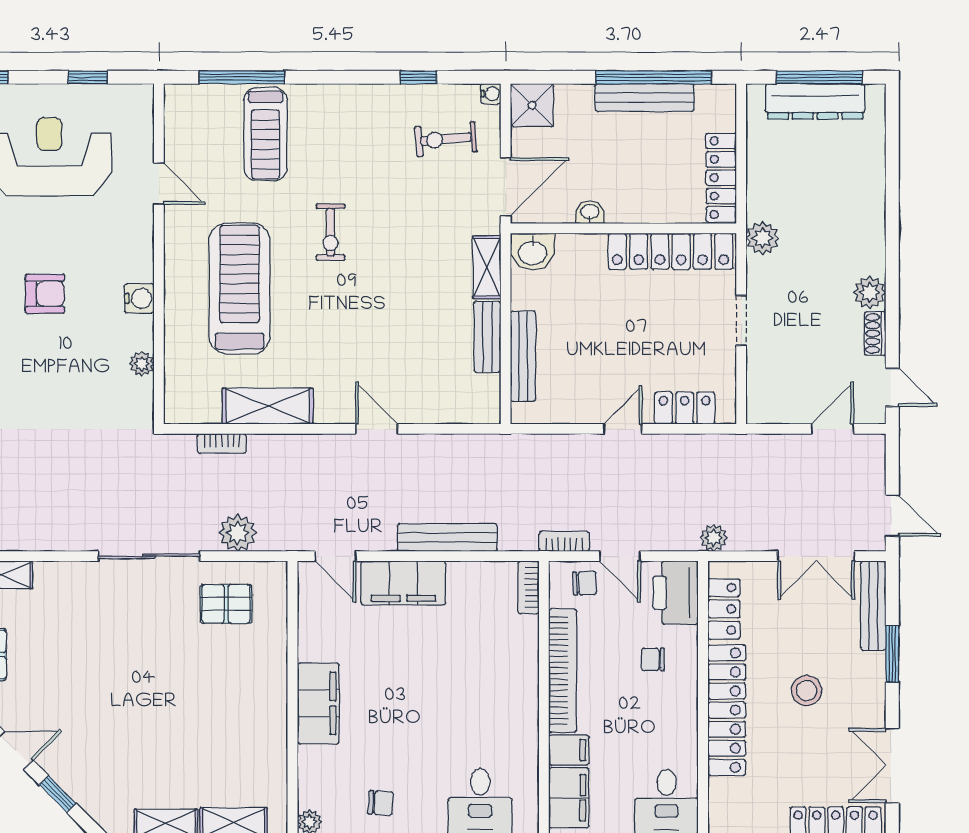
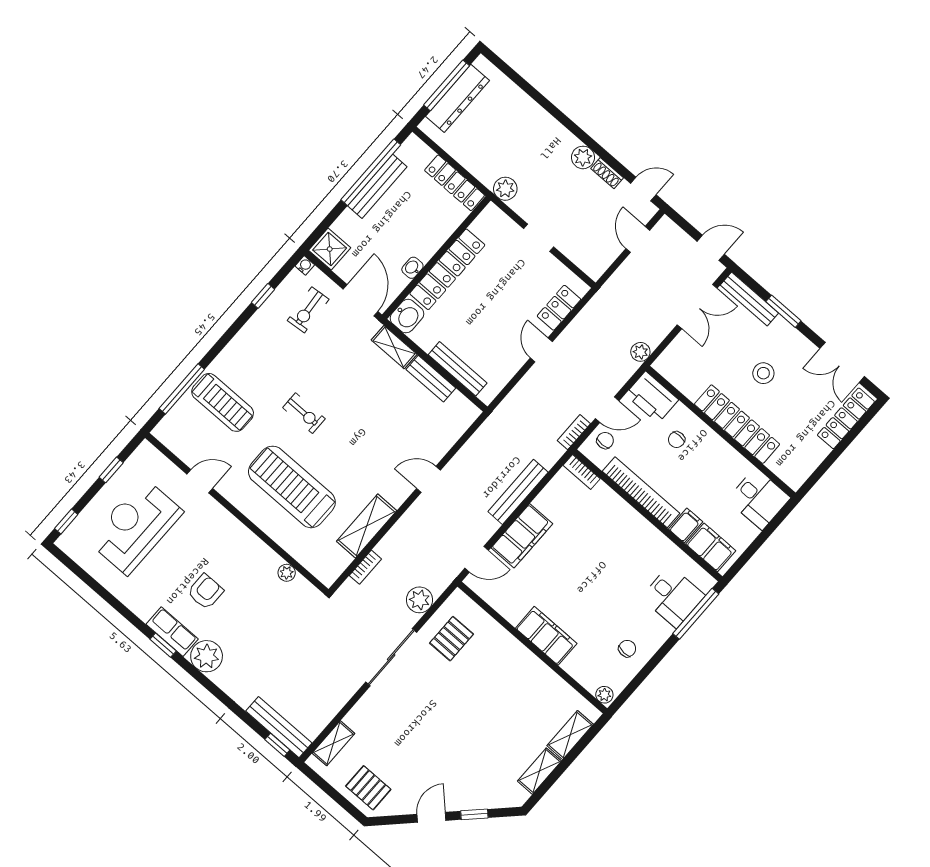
locker: (671, 251) -> (447, 269), moved
water cooler: (139, 298) -> (251, 544), removed
locker: (724, 609) -> (683, 379), removed

